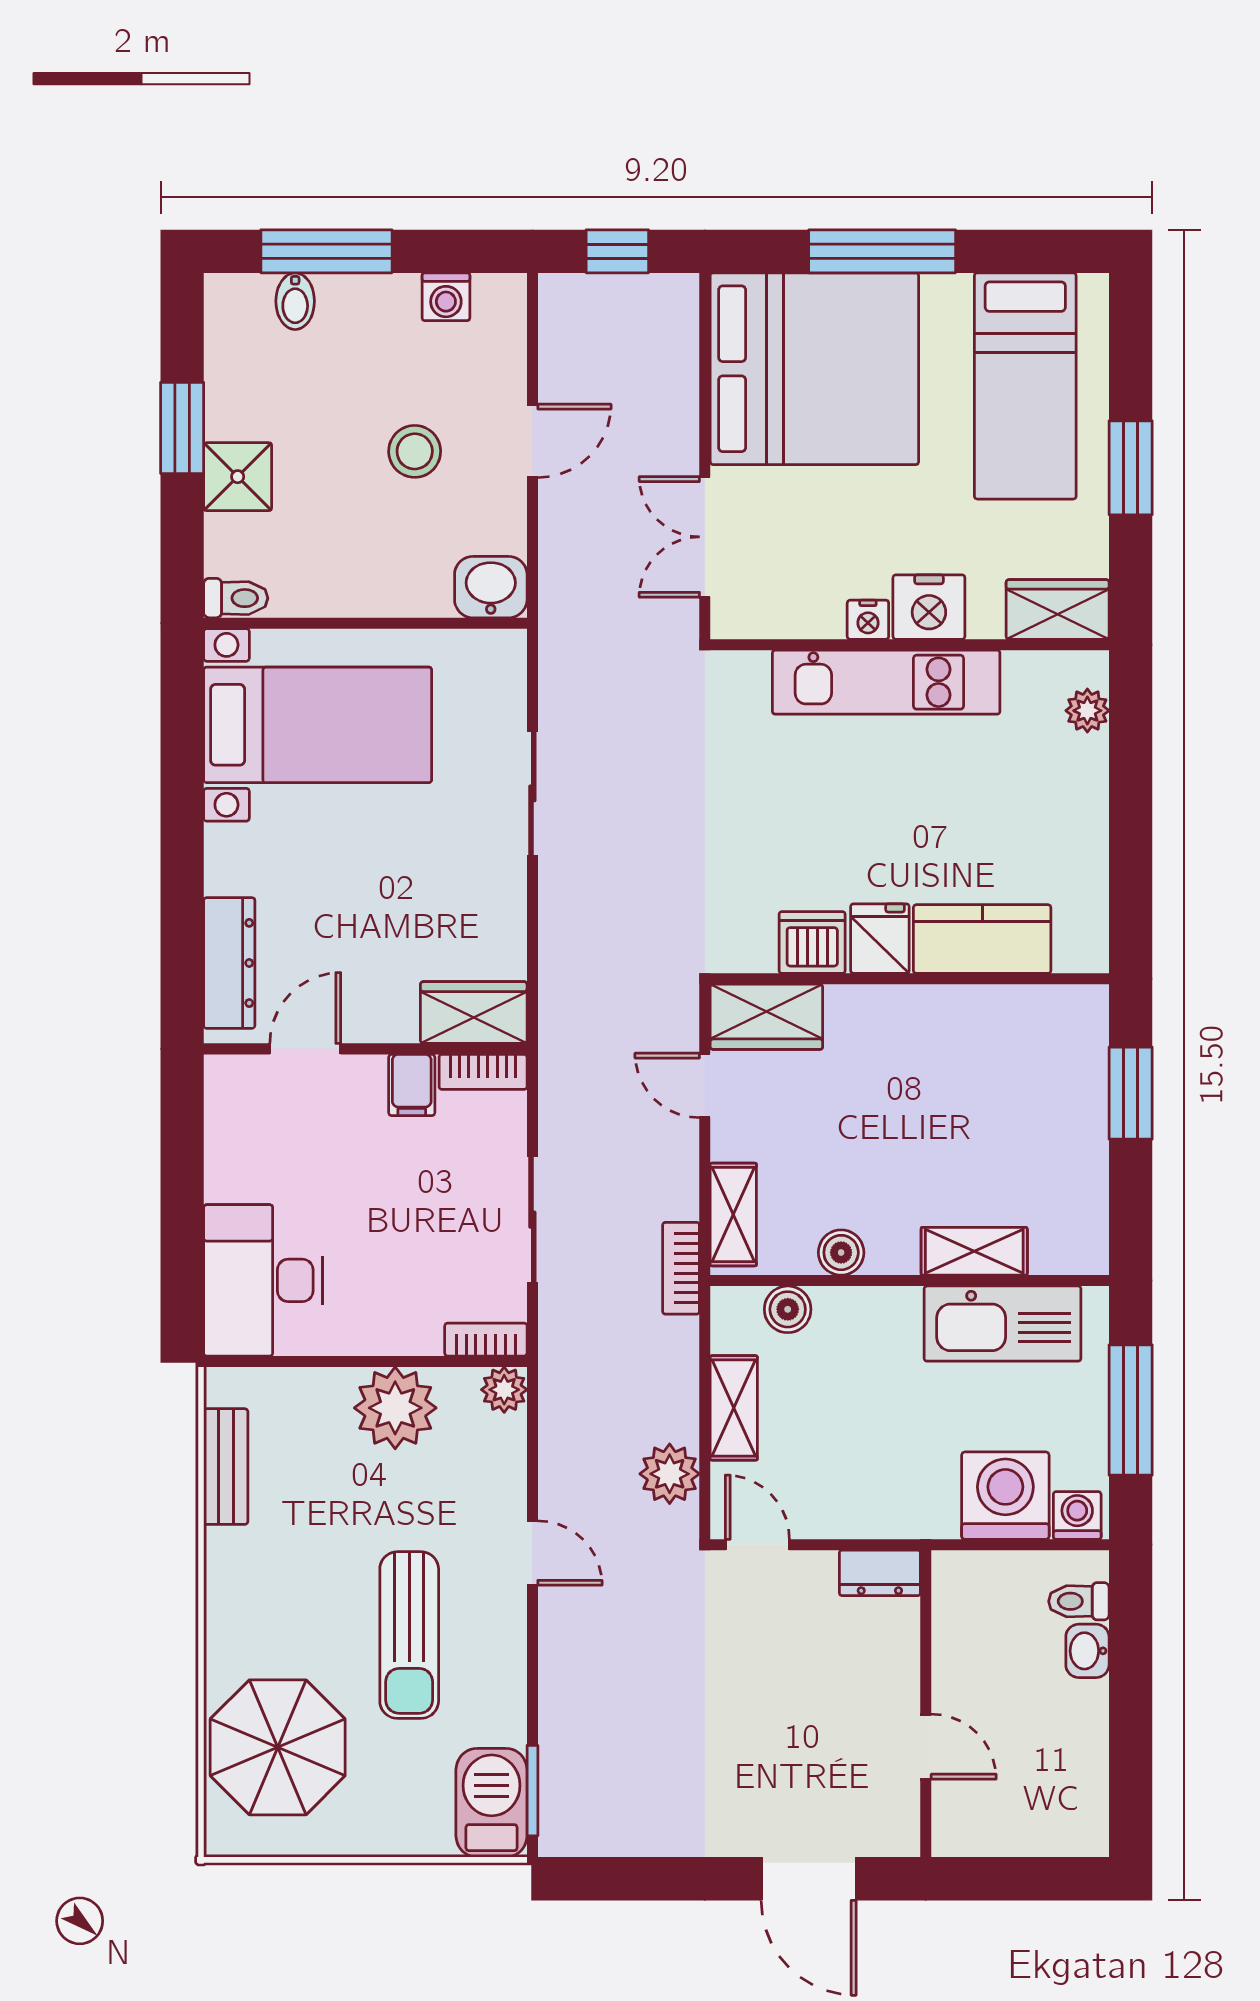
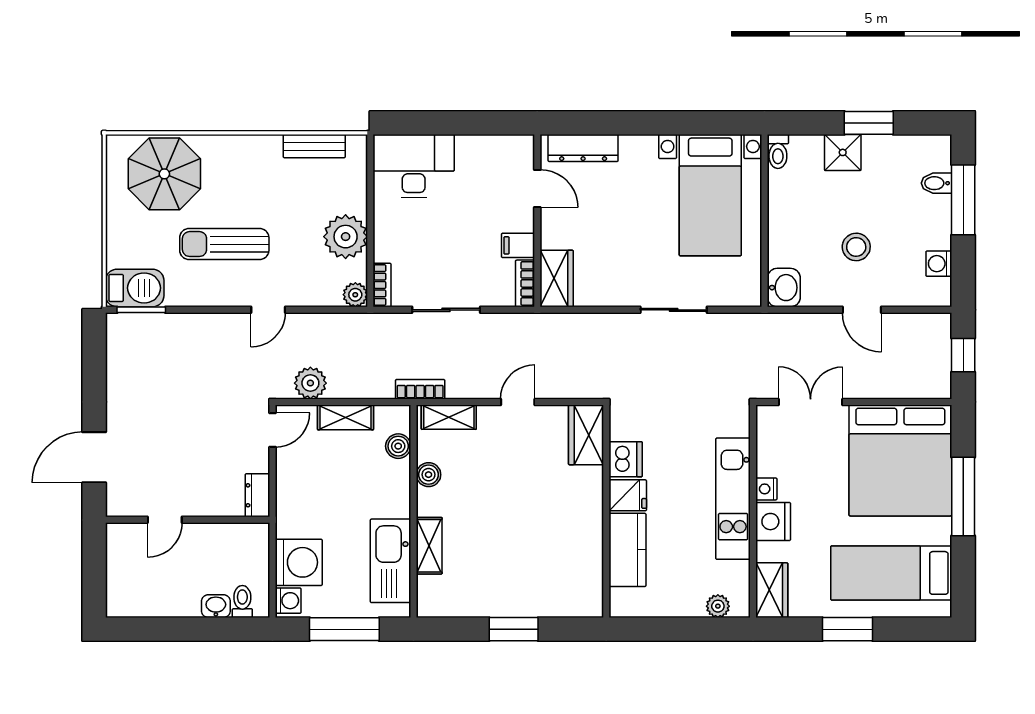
fridge: (880, 939) -> (628, 495), moved
kitchen counter: (982, 939) -> (628, 550), moved
dishwasher: (812, 942) -> (626, 459), moved
wall: (910, 979) -> (606, 511), moved
wardrobe: (766, 1017) -> (586, 435), moved

